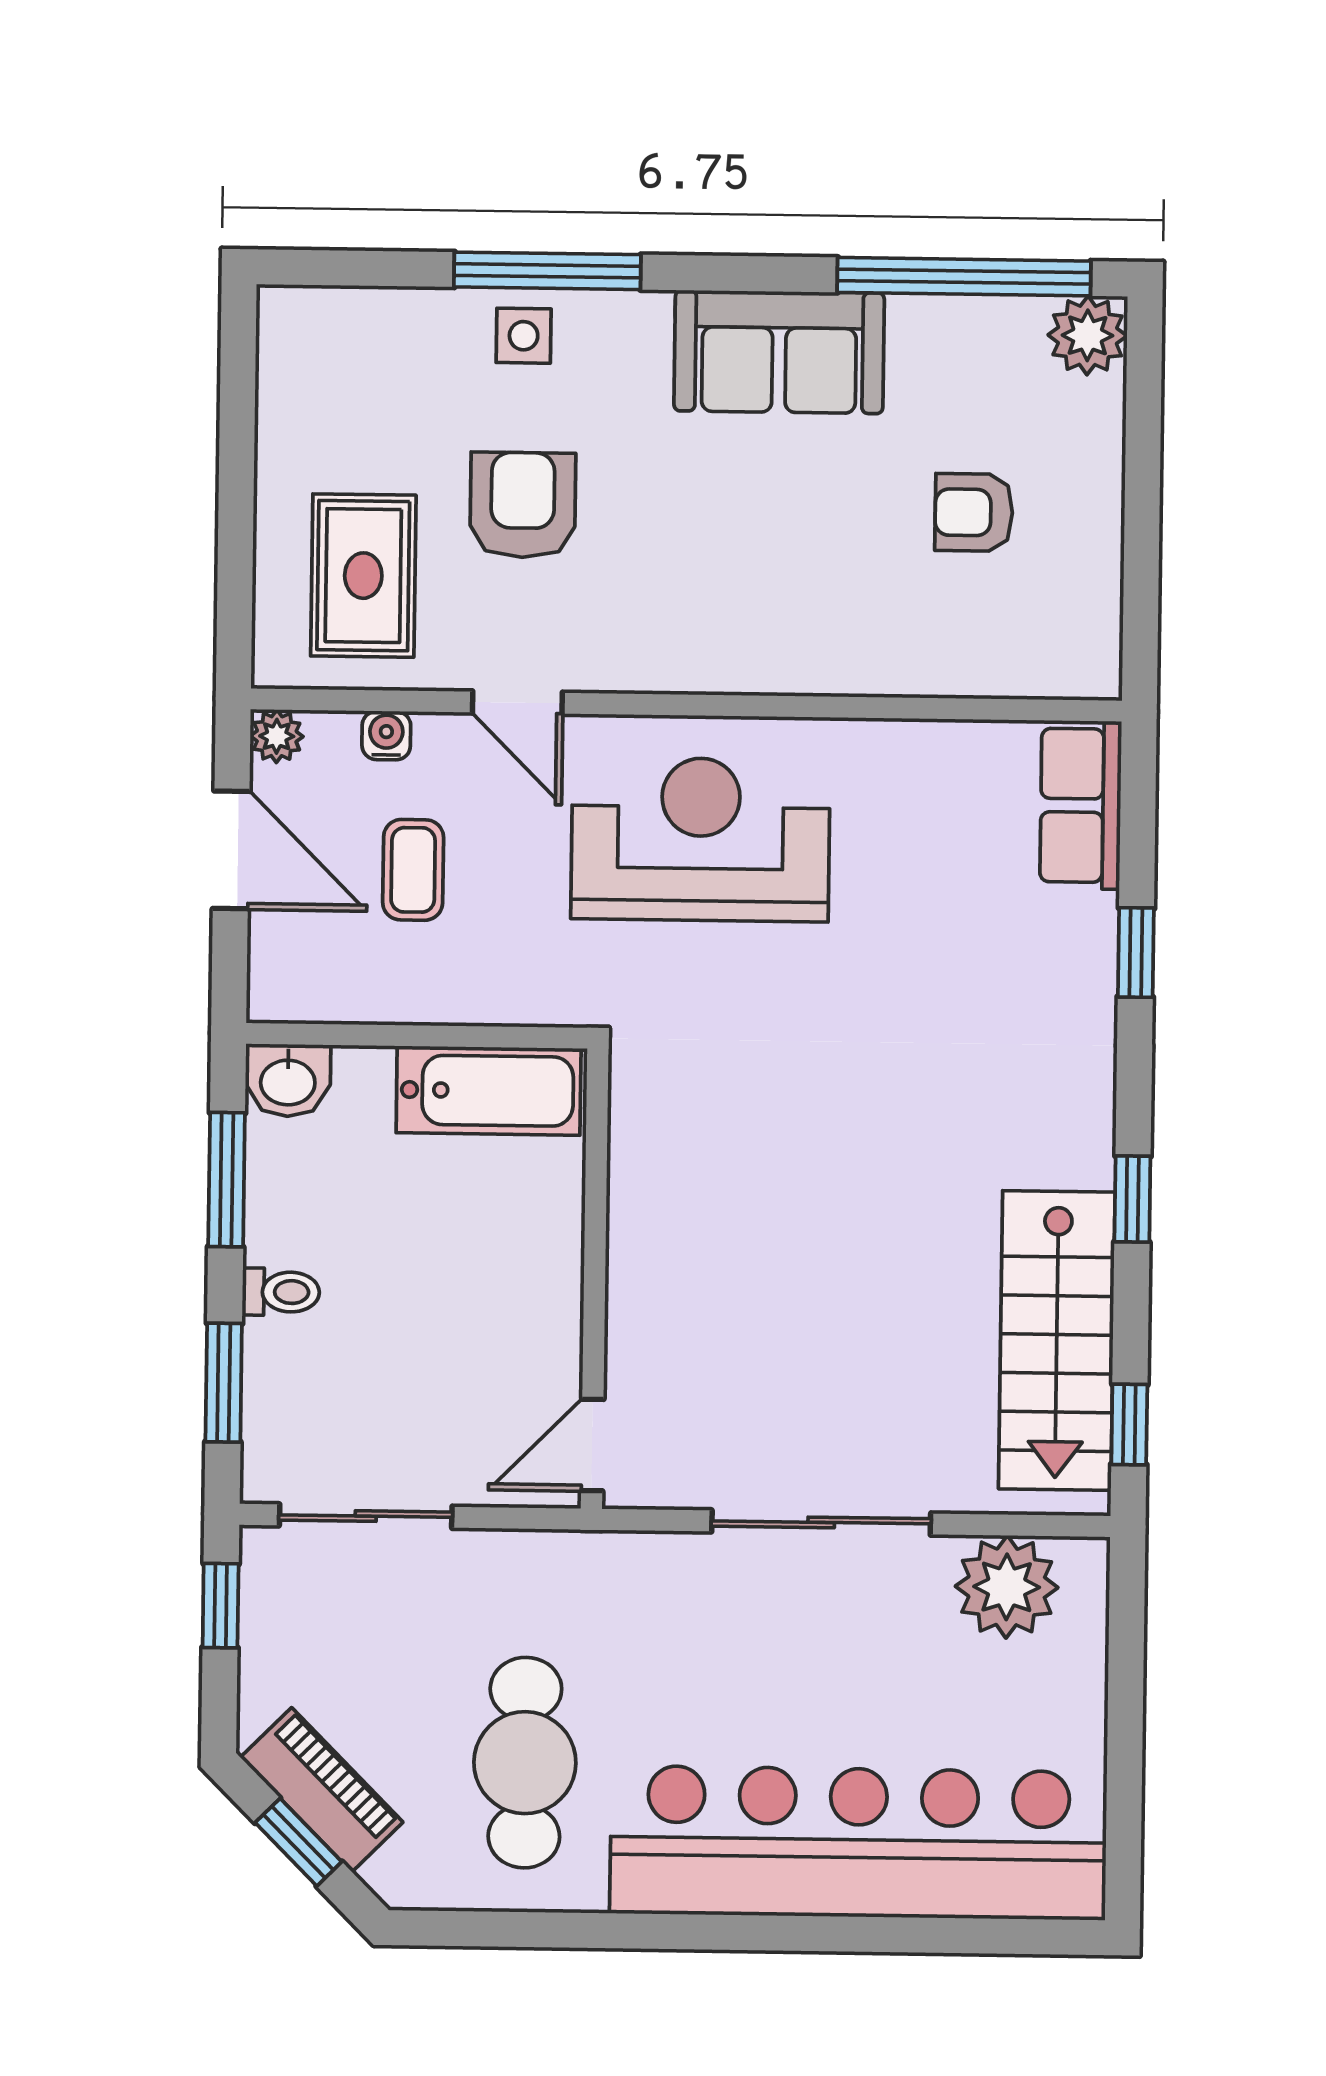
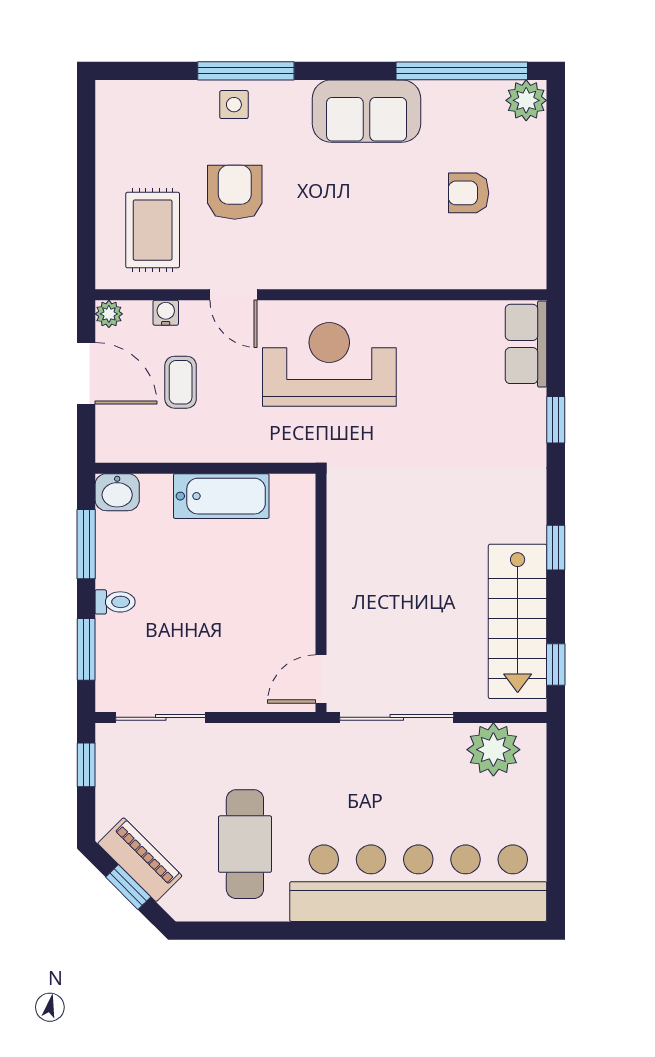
wall: (595, 1279) -> (321, 593), moved
door: (592, 1445) -> (321, 679), moved

